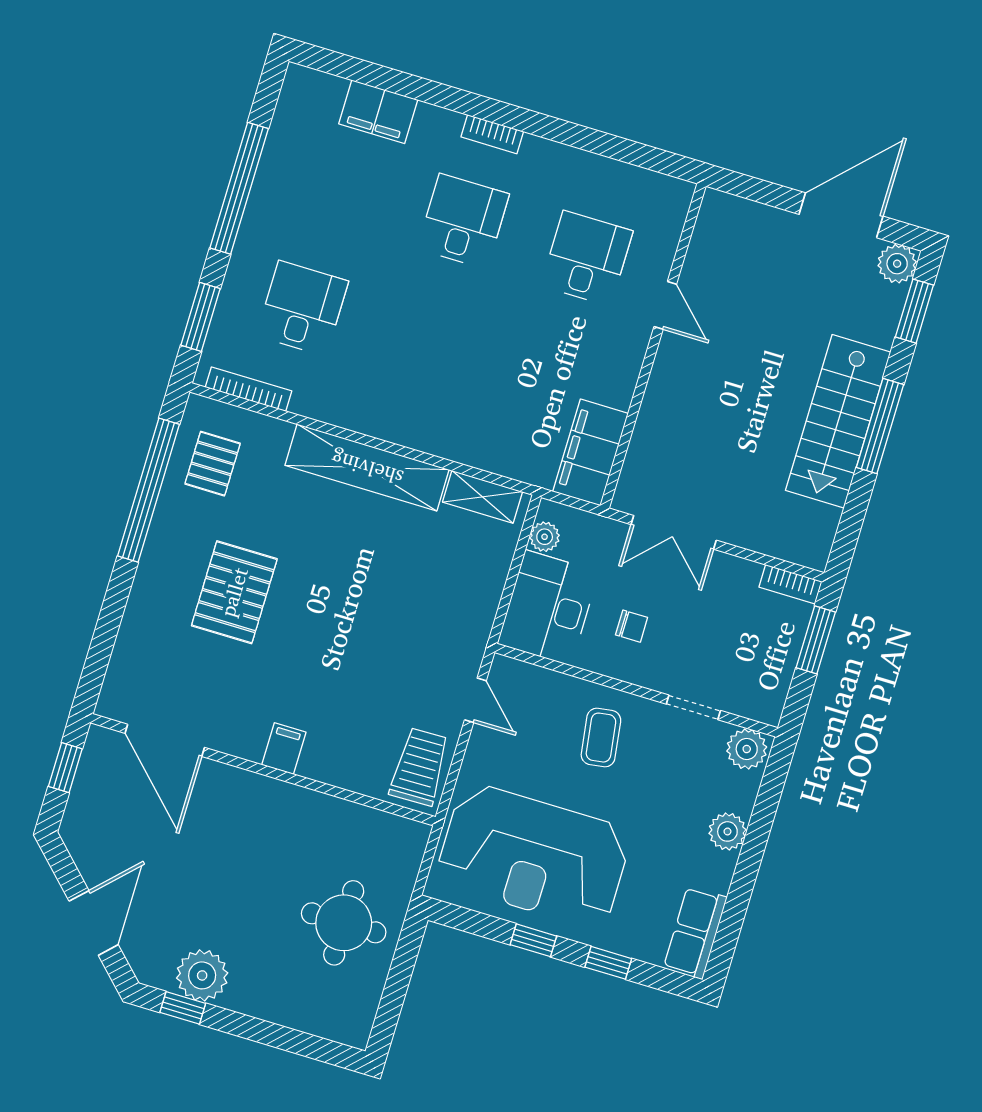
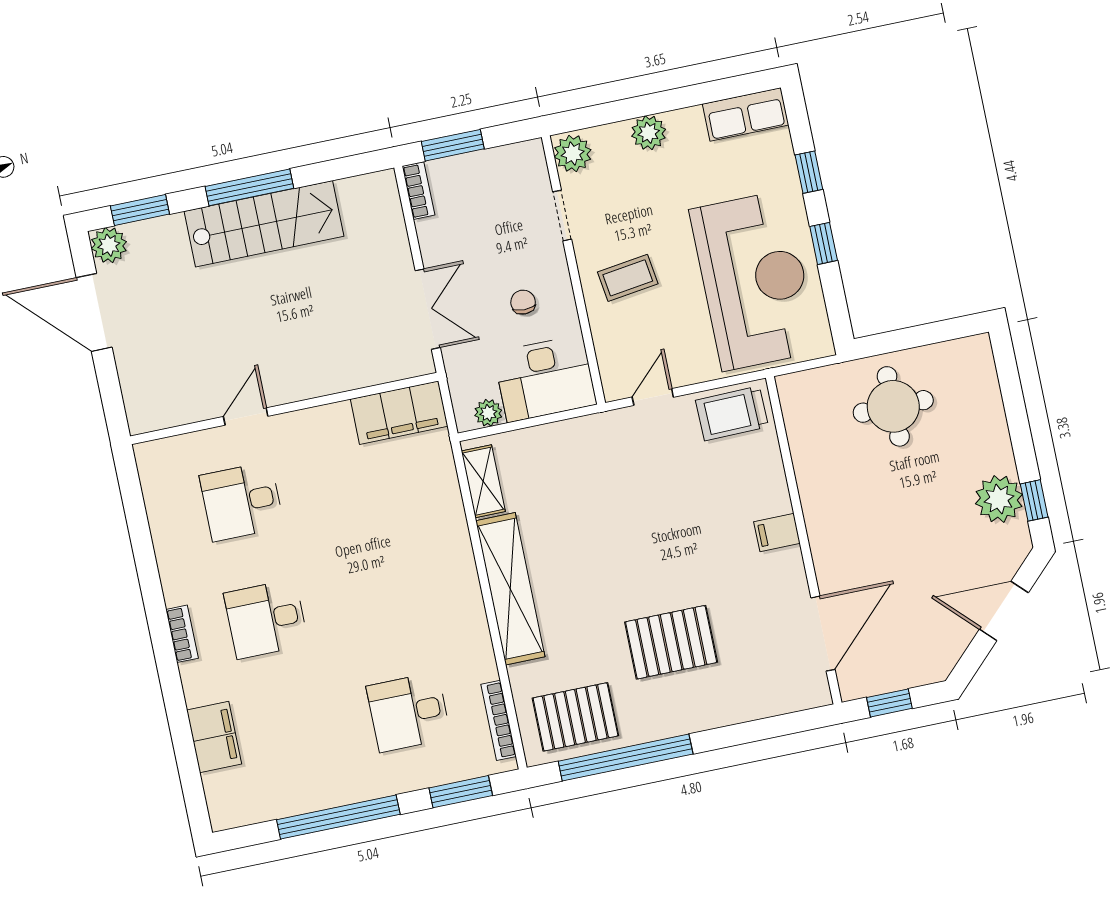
pallet: (213, 464) -> (575, 717), width x1.50, depth x1.42

